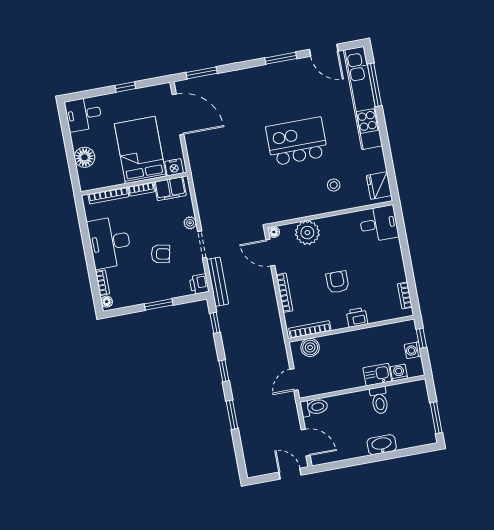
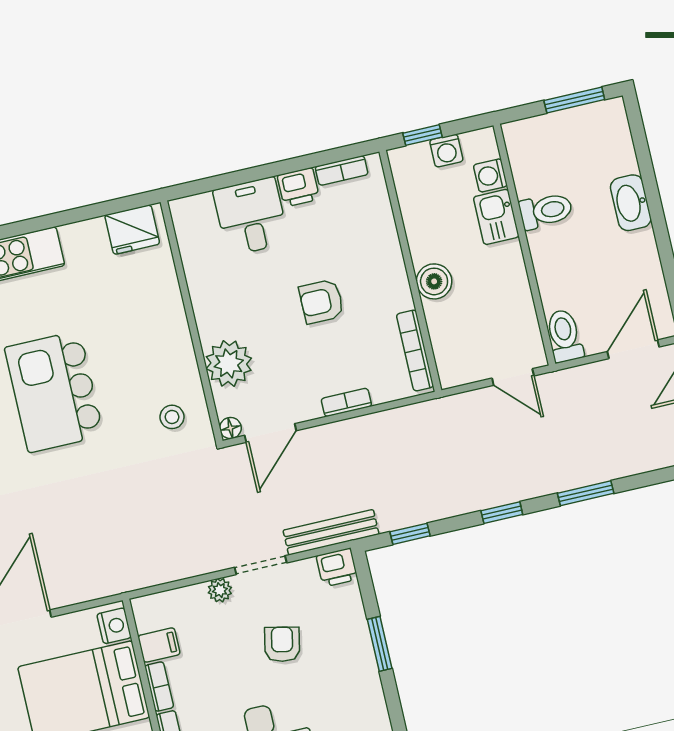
stool: (334, 185) -> (172, 417), moved
filing cabinet: (170, 189) -> (159, 645), width x0.50
desk: (379, 224) -> (251, 216), moved
bookcase: (285, 293) -> (346, 402), width x0.64
printer: (357, 317) -> (298, 187), moved, turned -90
boiler: (310, 347) -> (434, 281), moved

